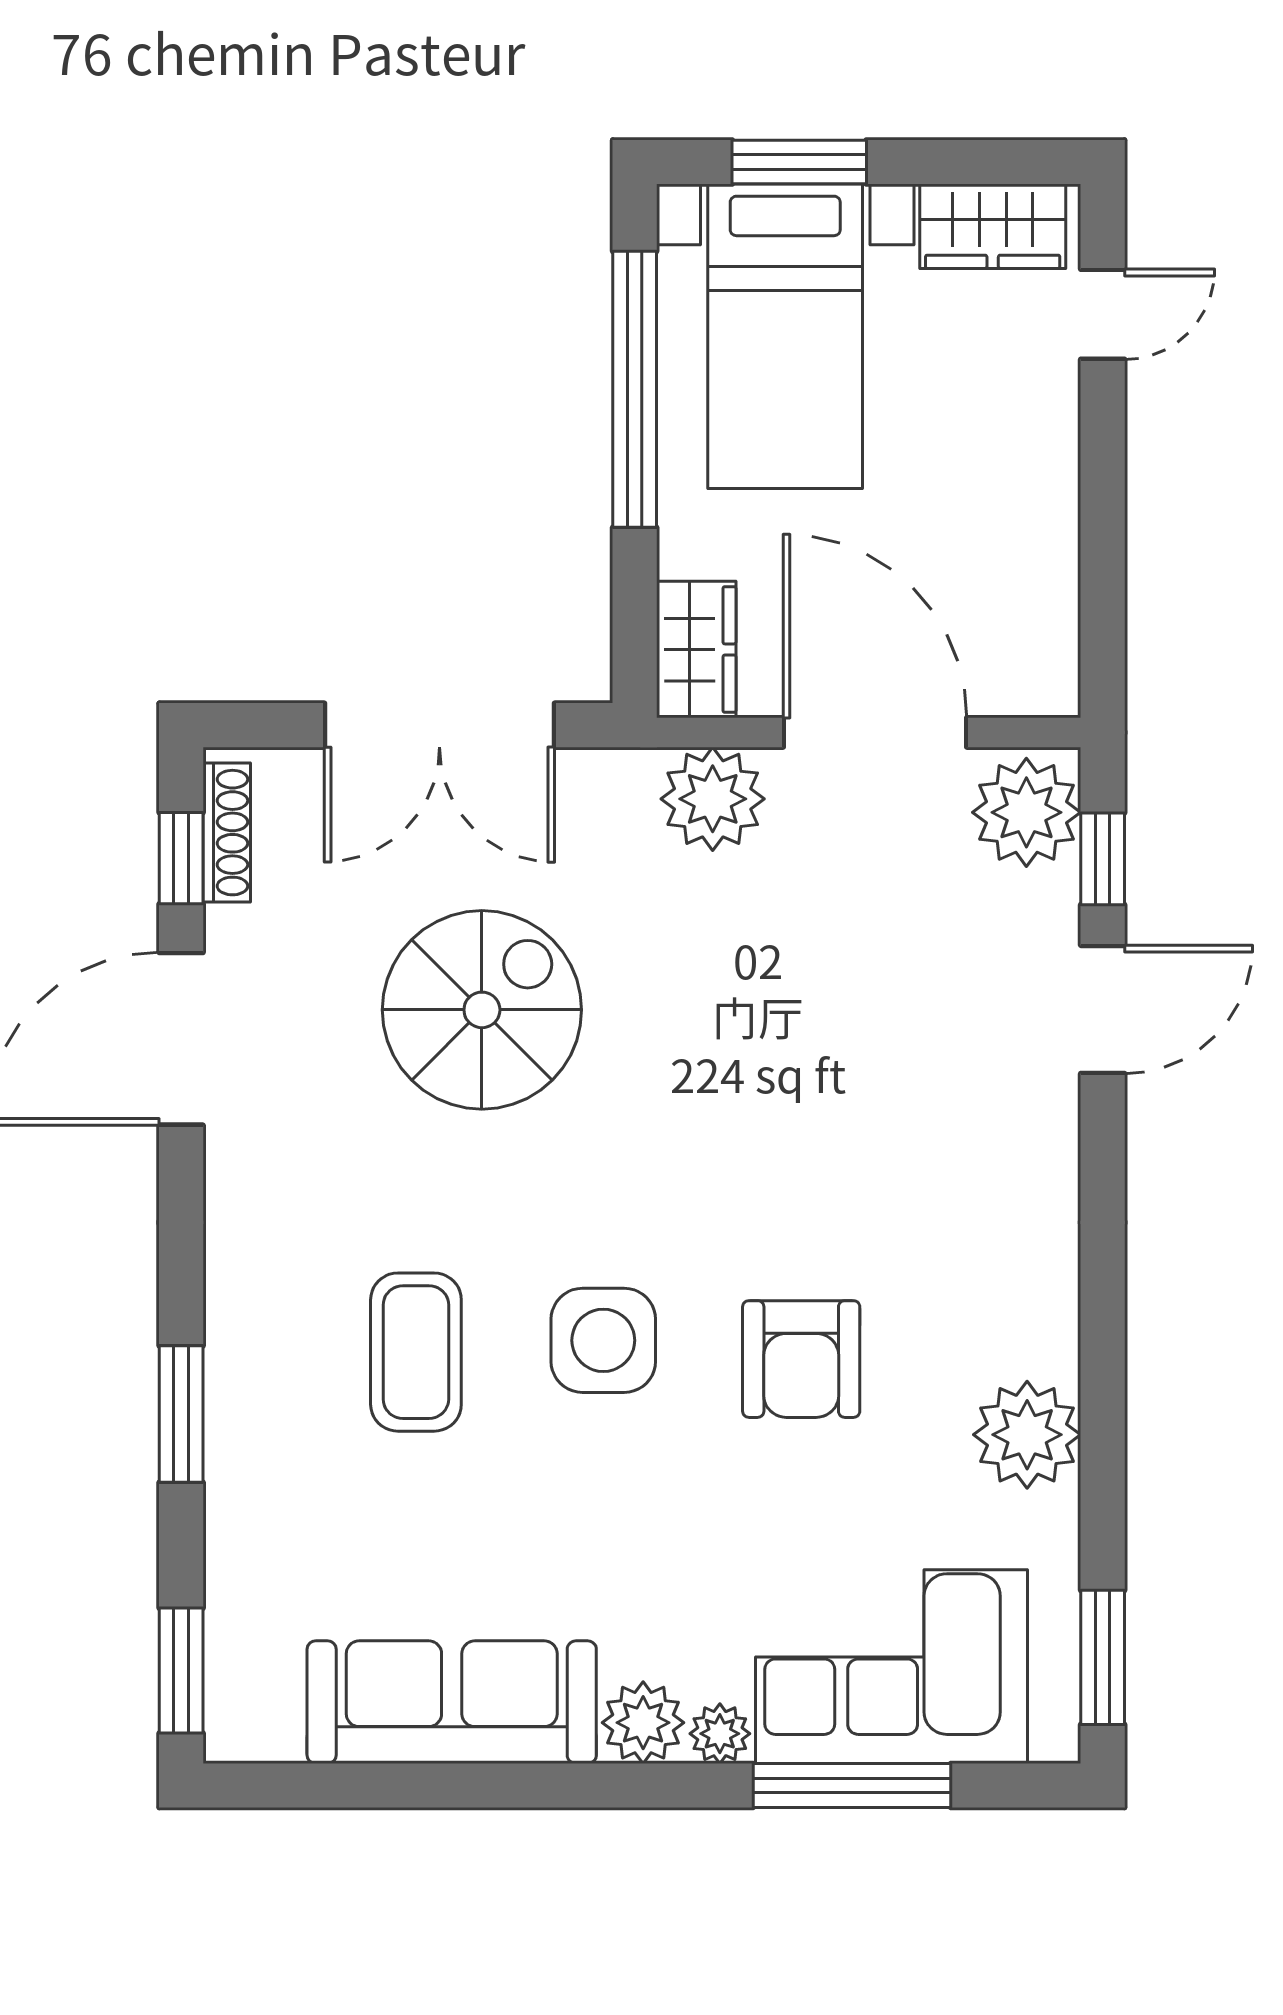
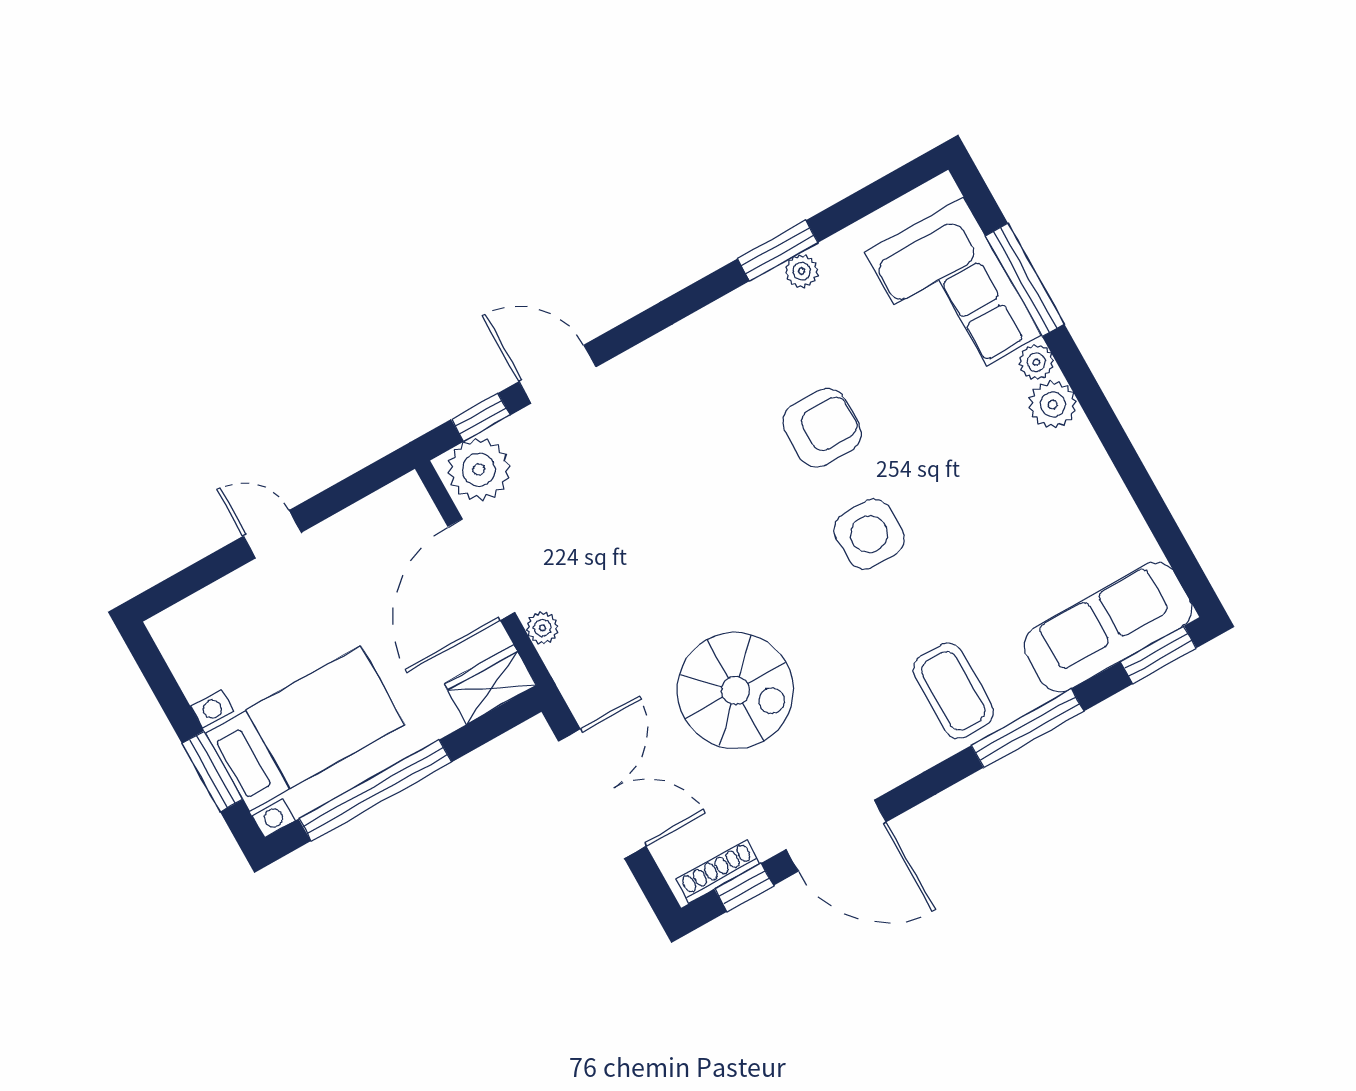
wardrobe: (993, 226) -> (190, 654), removed
door: (1103, 314) -> (272, 534), moved
plant: (713, 799) -> (542, 628), width x0.53, depth x0.53
spiral stairs: (482, 1010) -> (735, 691), turned 180
coffee table: (416, 1352) -> (953, 691), moved, turned 90
window: (181, 1414) -> (1027, 728), width x1.44
plant: (1027, 1435) -> (802, 271), width x0.53, depth x0.53
window: (1103, 1657) -> (778, 251), moved
sofa: (452, 1702) -> (1108, 627), moved, turned 90

